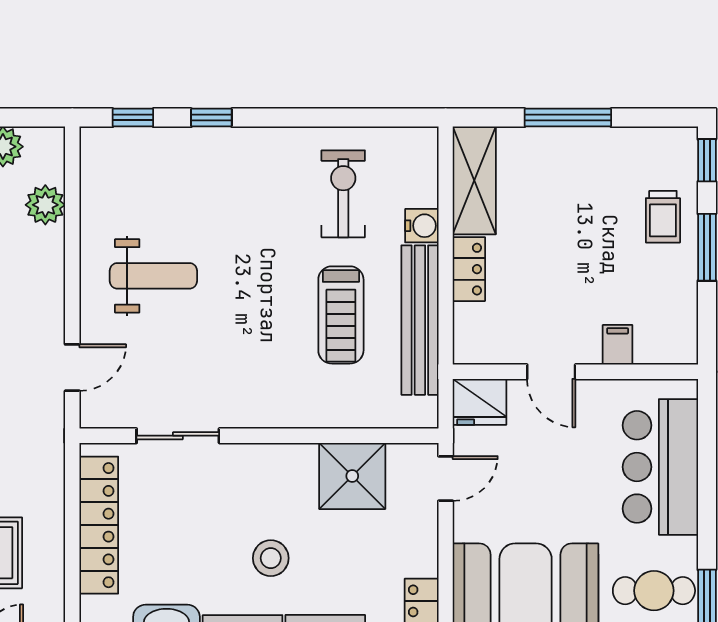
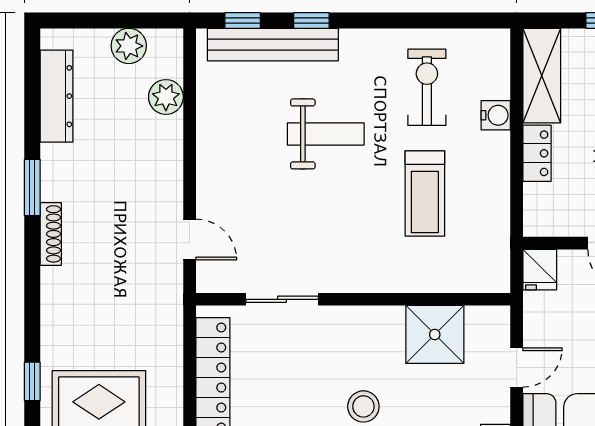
weight bench: (153, 276) -> (326, 134), moved
bench: (420, 320) -> (273, 45), moved, turned 90
door: (72, 368) -> (190, 240), hinge flipped
fridge: (480, 402) -> (540, 270), width x0.72
door: (446, 478) -> (517, 368), moved

